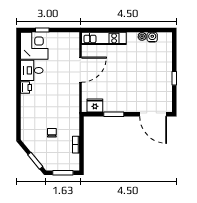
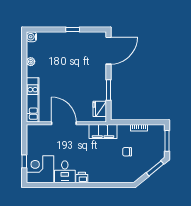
water cooler: (152, 37) -> (31, 37), moved
filing cabinet: (72, 109) -> (103, 131), added

